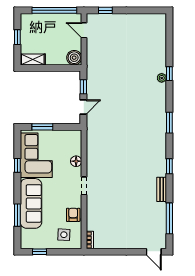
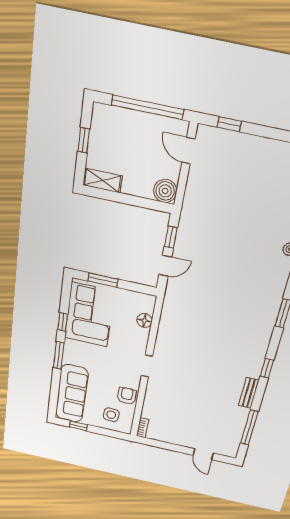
floor lamp: (76, 161) -> (144, 320), moved
sofa: (31, 203) -> (72, 394), moved
window: (17, 215) -> (59, 355), moved
door: (154, 252) -> (203, 454), moved

